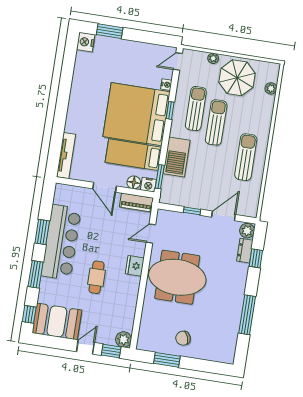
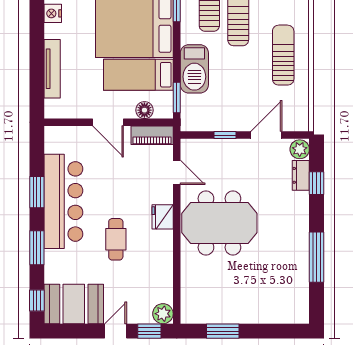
tv unit: (66, 156) -> (52, 69), moved
nightstand: (148, 185) -> (53, 13), moved, turned 90
door: (151, 234) -> (177, 172), swing flipped
chair: (183, 338) -> (239, 300), removed

